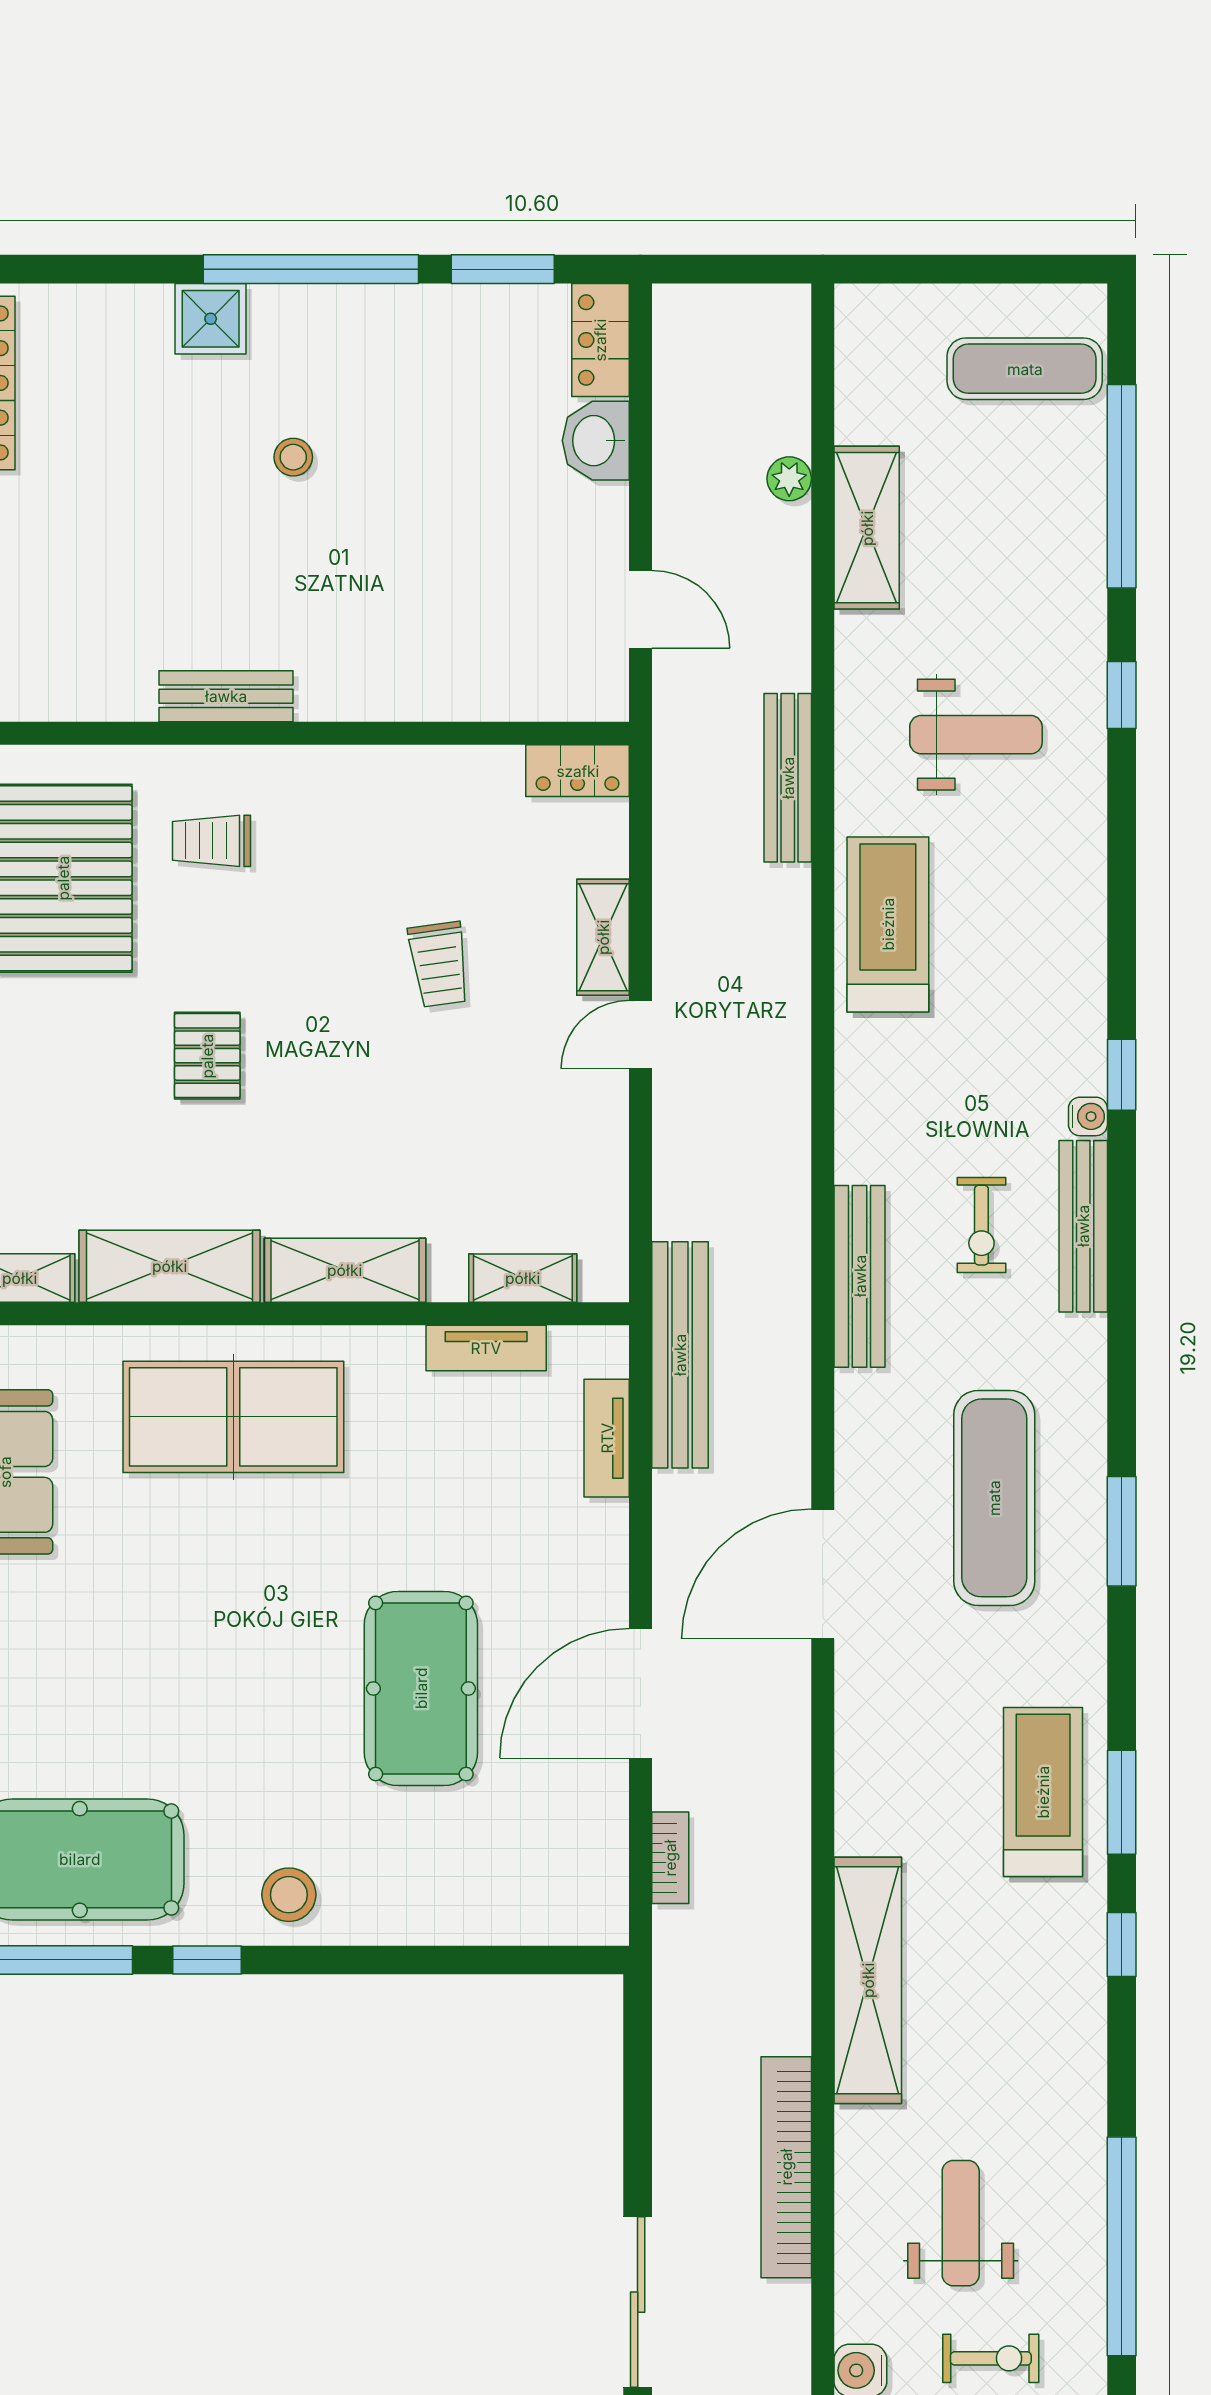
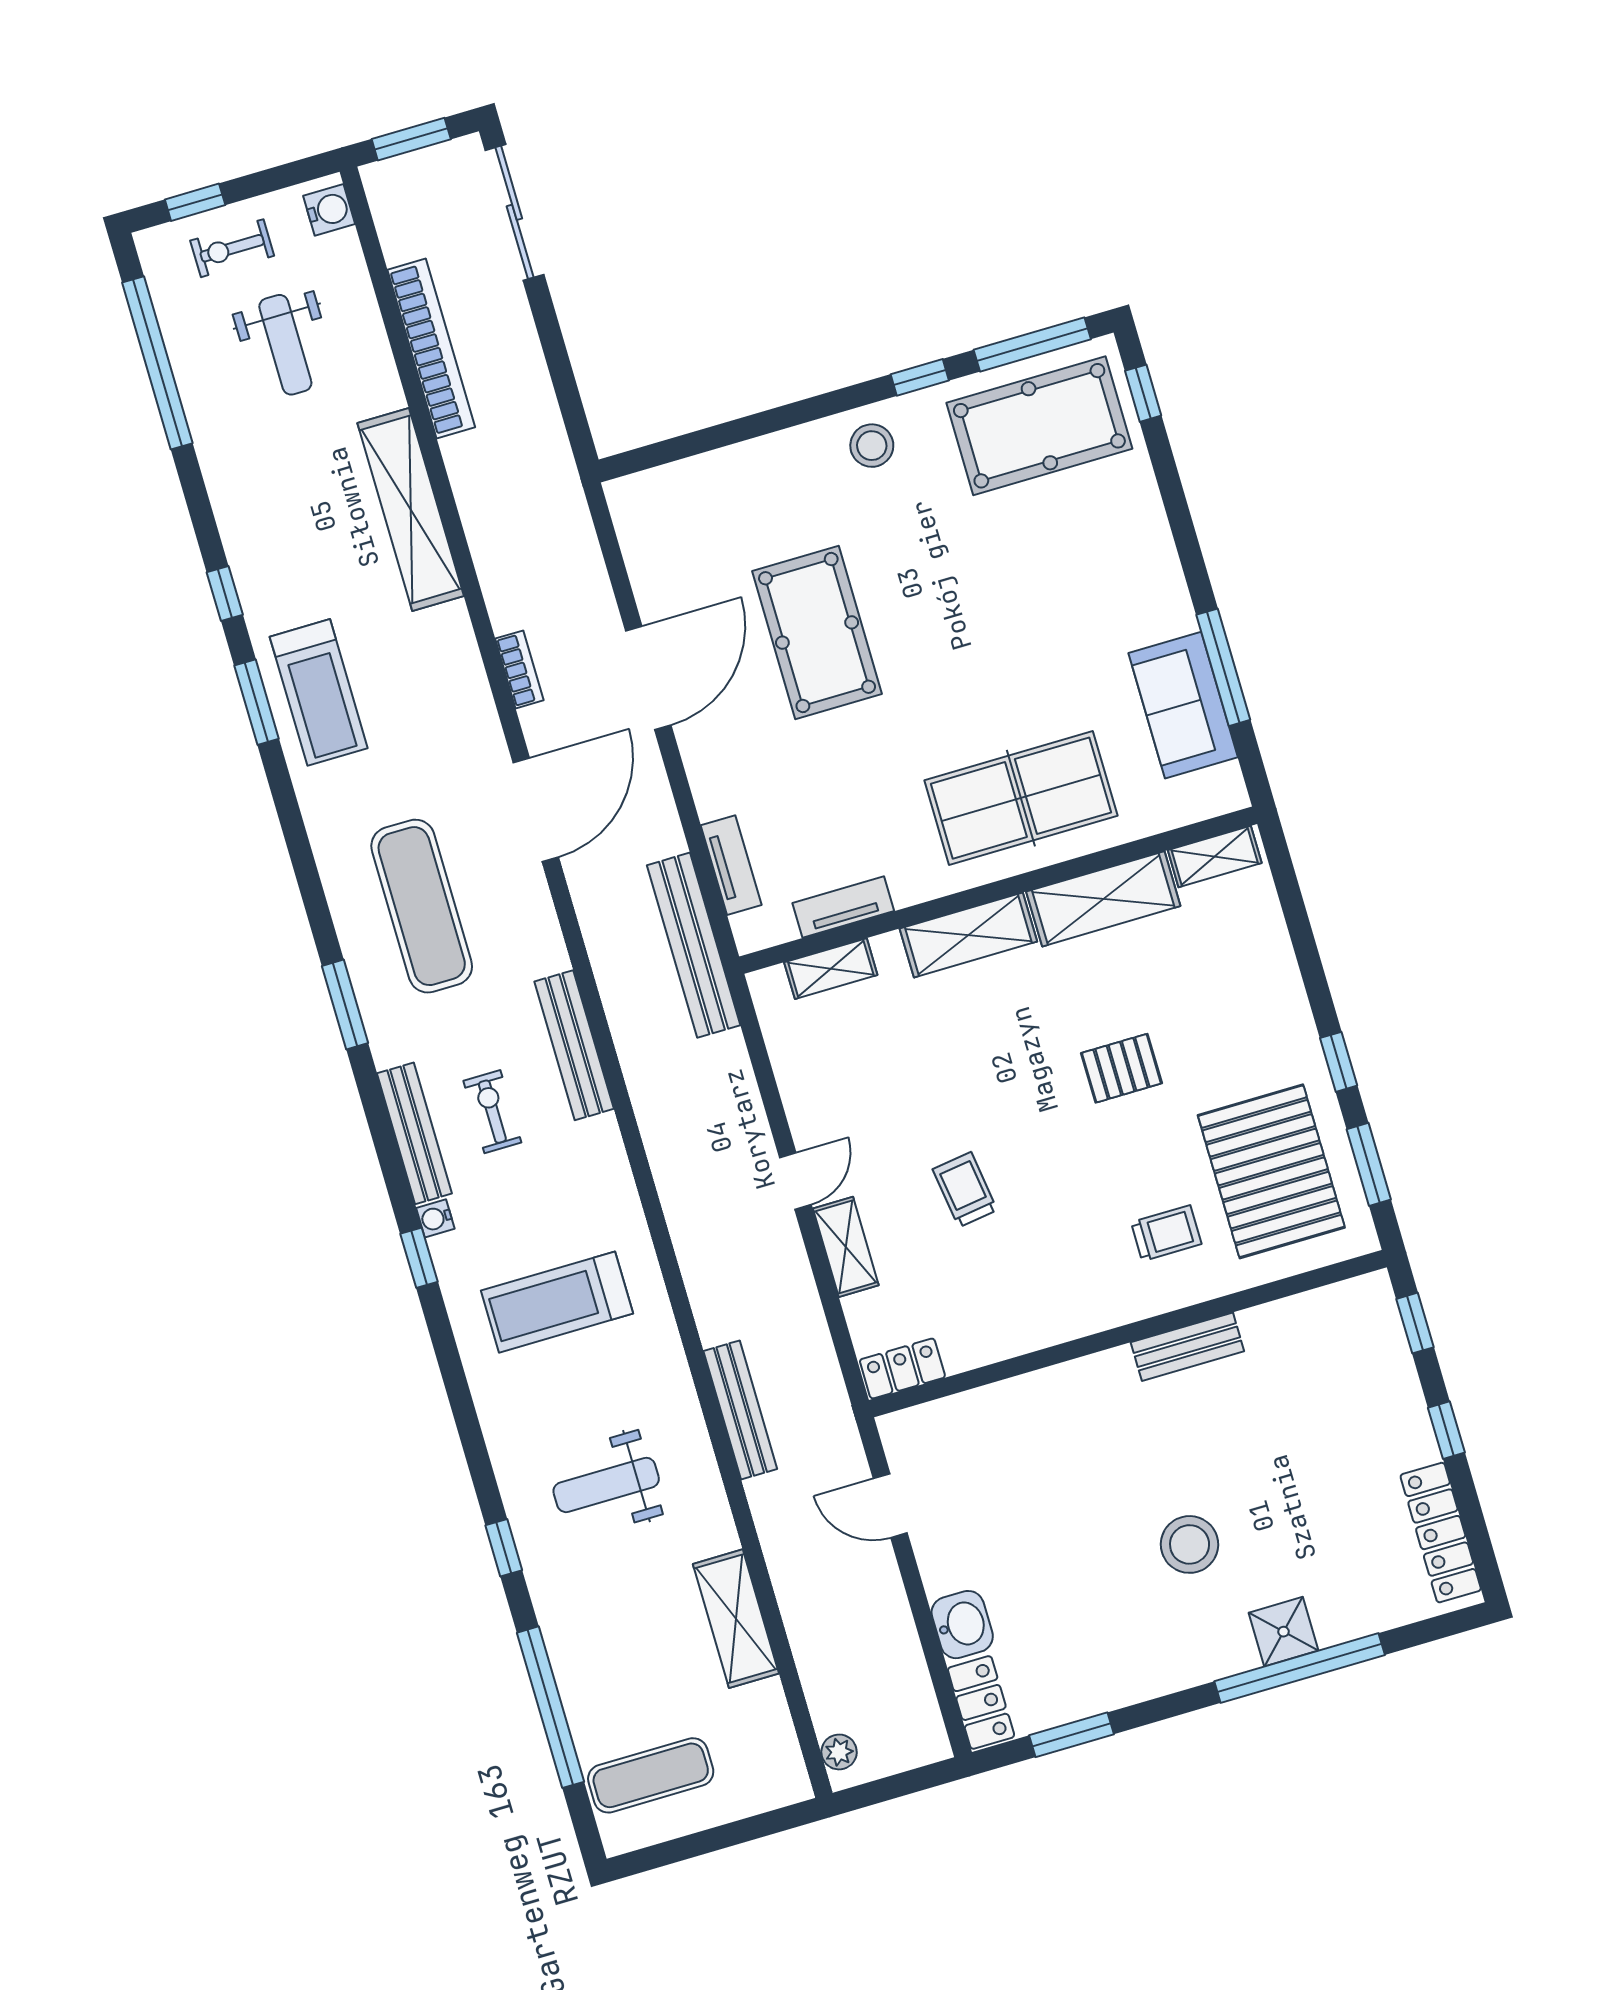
window: (311, 269) -> (1300, 1668), moved
stool: (293, 457) -> (1190, 1544), width x1.89, depth x1.89
plant: (789, 479) -> (839, 1752), moved
treadmill: (888, 924) -> (557, 1302), moved, turned 90
pallet: (207, 1056) -> (1121, 1068), turned 90
window: (1122, 1531) -> (345, 1004), moved
bookcase: (670, 1858) -> (519, 669), moved, turned 180

